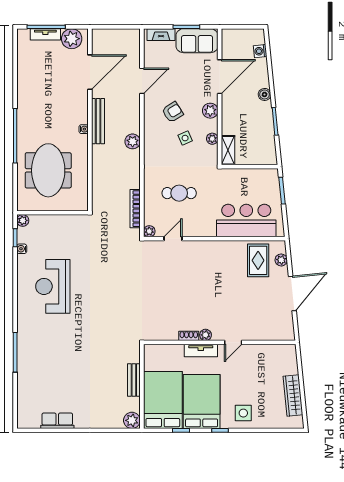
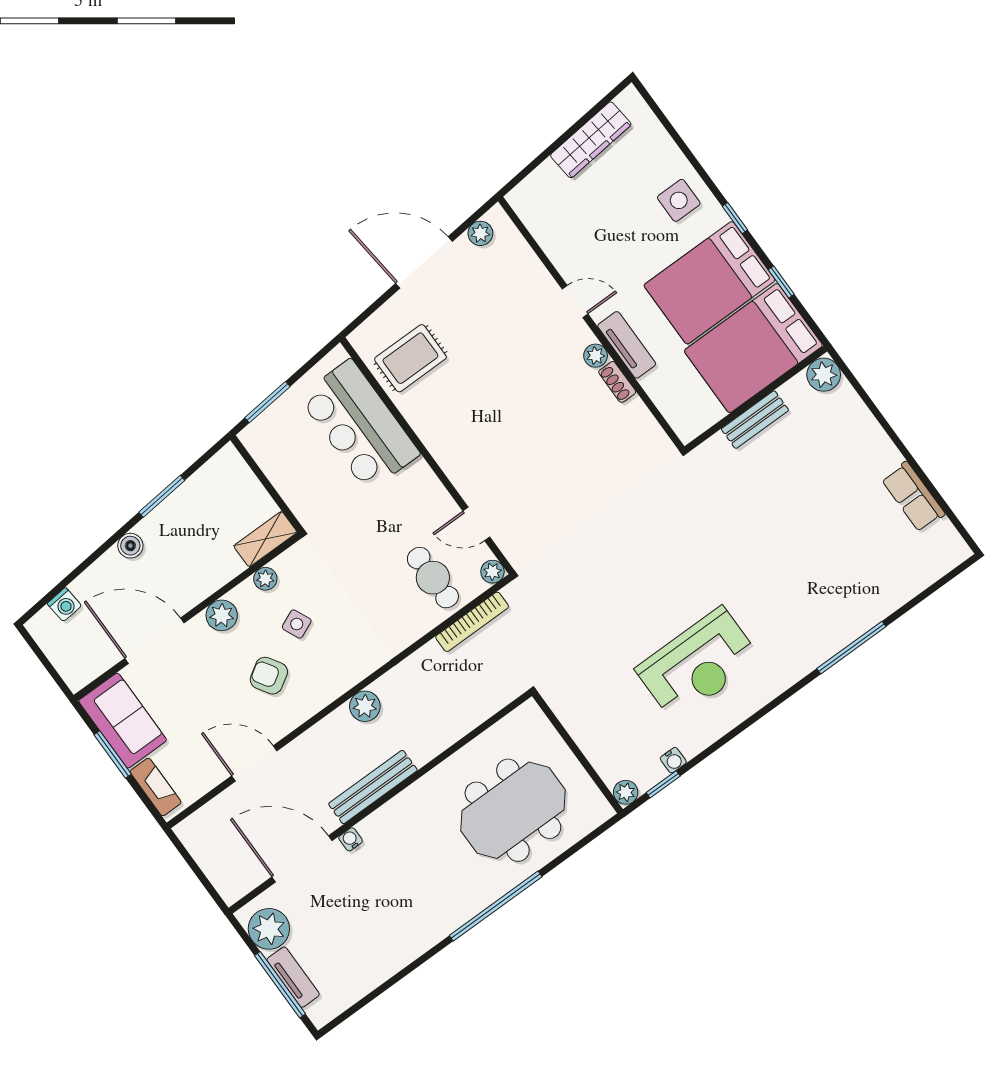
water cooler: (84, 129) -> (351, 839), moved
cafe table: (179, 193) -> (433, 578), moved
plant: (281, 260) -> (480, 233), moved

